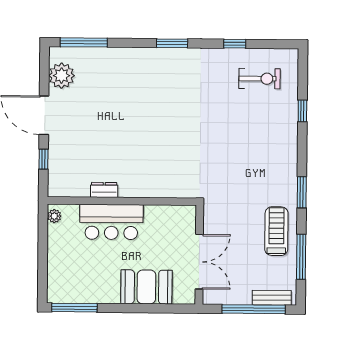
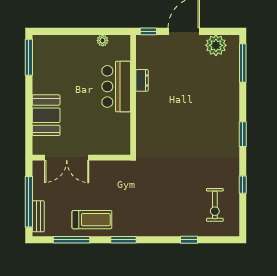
dresser: (104, 190) -> (142, 80), moved
wall: (122, 201) -> (133, 95), moved
bar counter: (111, 222) -> (116, 86), moved

